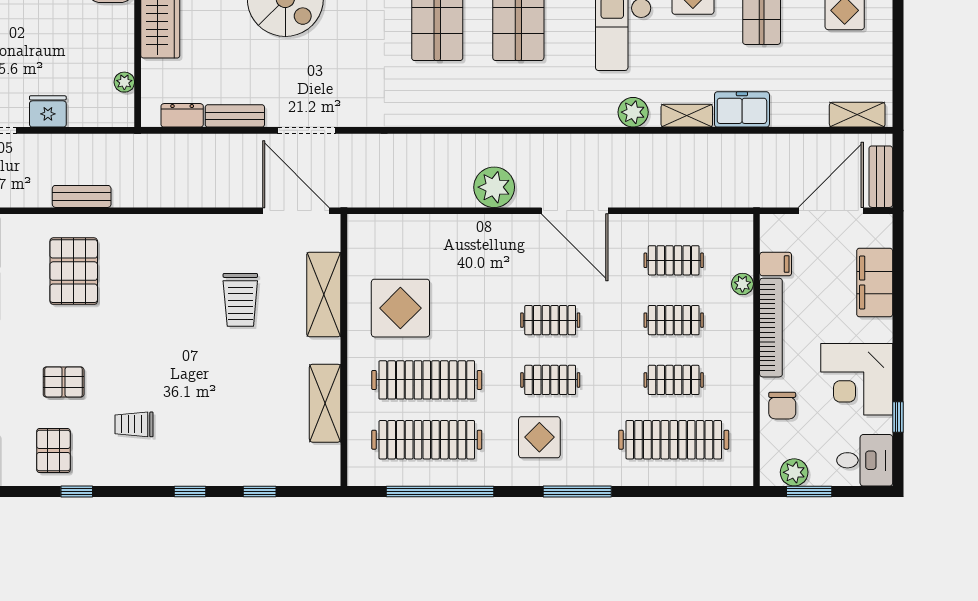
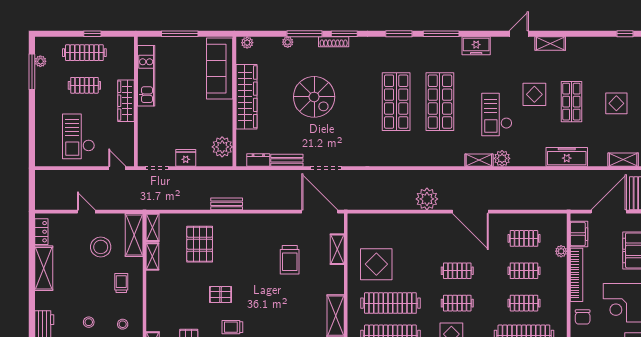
plant: (124, 82) -> (222, 147), width x1.88, depth x1.88
freezer: (742, 109) -> (567, 157), width x1.40
shelving: (687, 116) -> (479, 160), moved
bench: (82, 196) -> (227, 204), moved
filing cabinet: (776, 264) -> (579, 234), width x2.00
shelving: (324, 294) -> (337, 249), width x0.67, depth x0.75
pallet: (64, 382) -> (221, 294), moved

